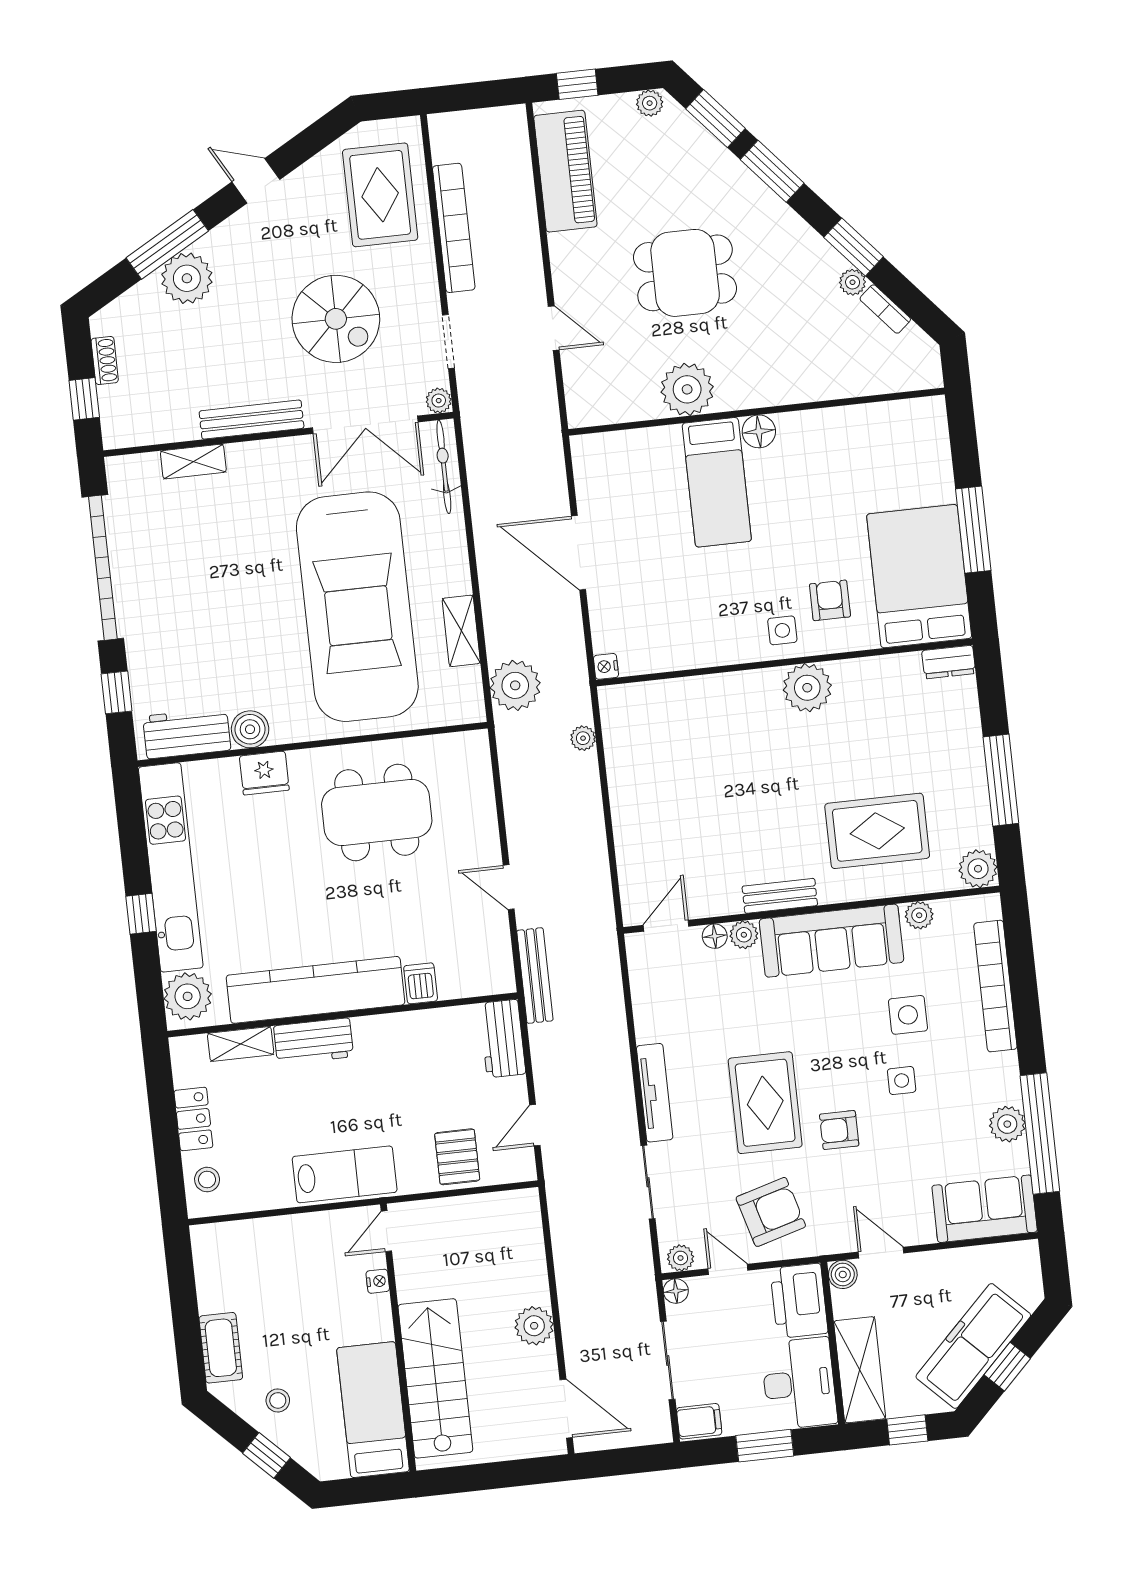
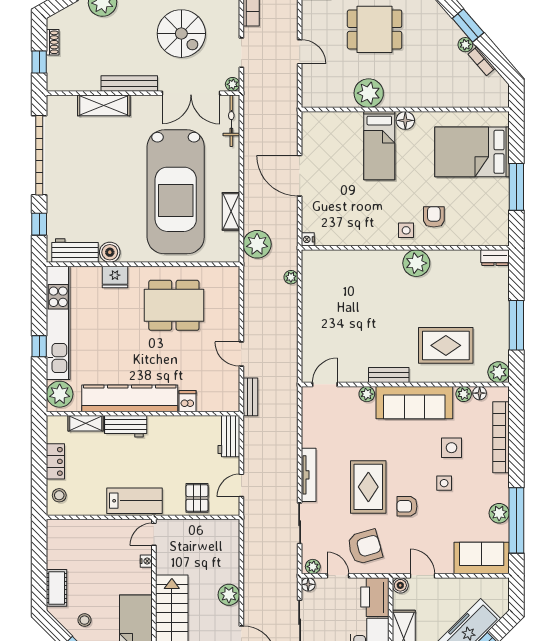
shelving: (193, 462) -> (104, 105), width x1.50, depth x1.33
bed: (919, 576) -> (472, 152), moved, turned -90
floor lamp: (715, 936) -> (480, 393), moved
bench: (535, 976) -> (250, 397), width x0.73

